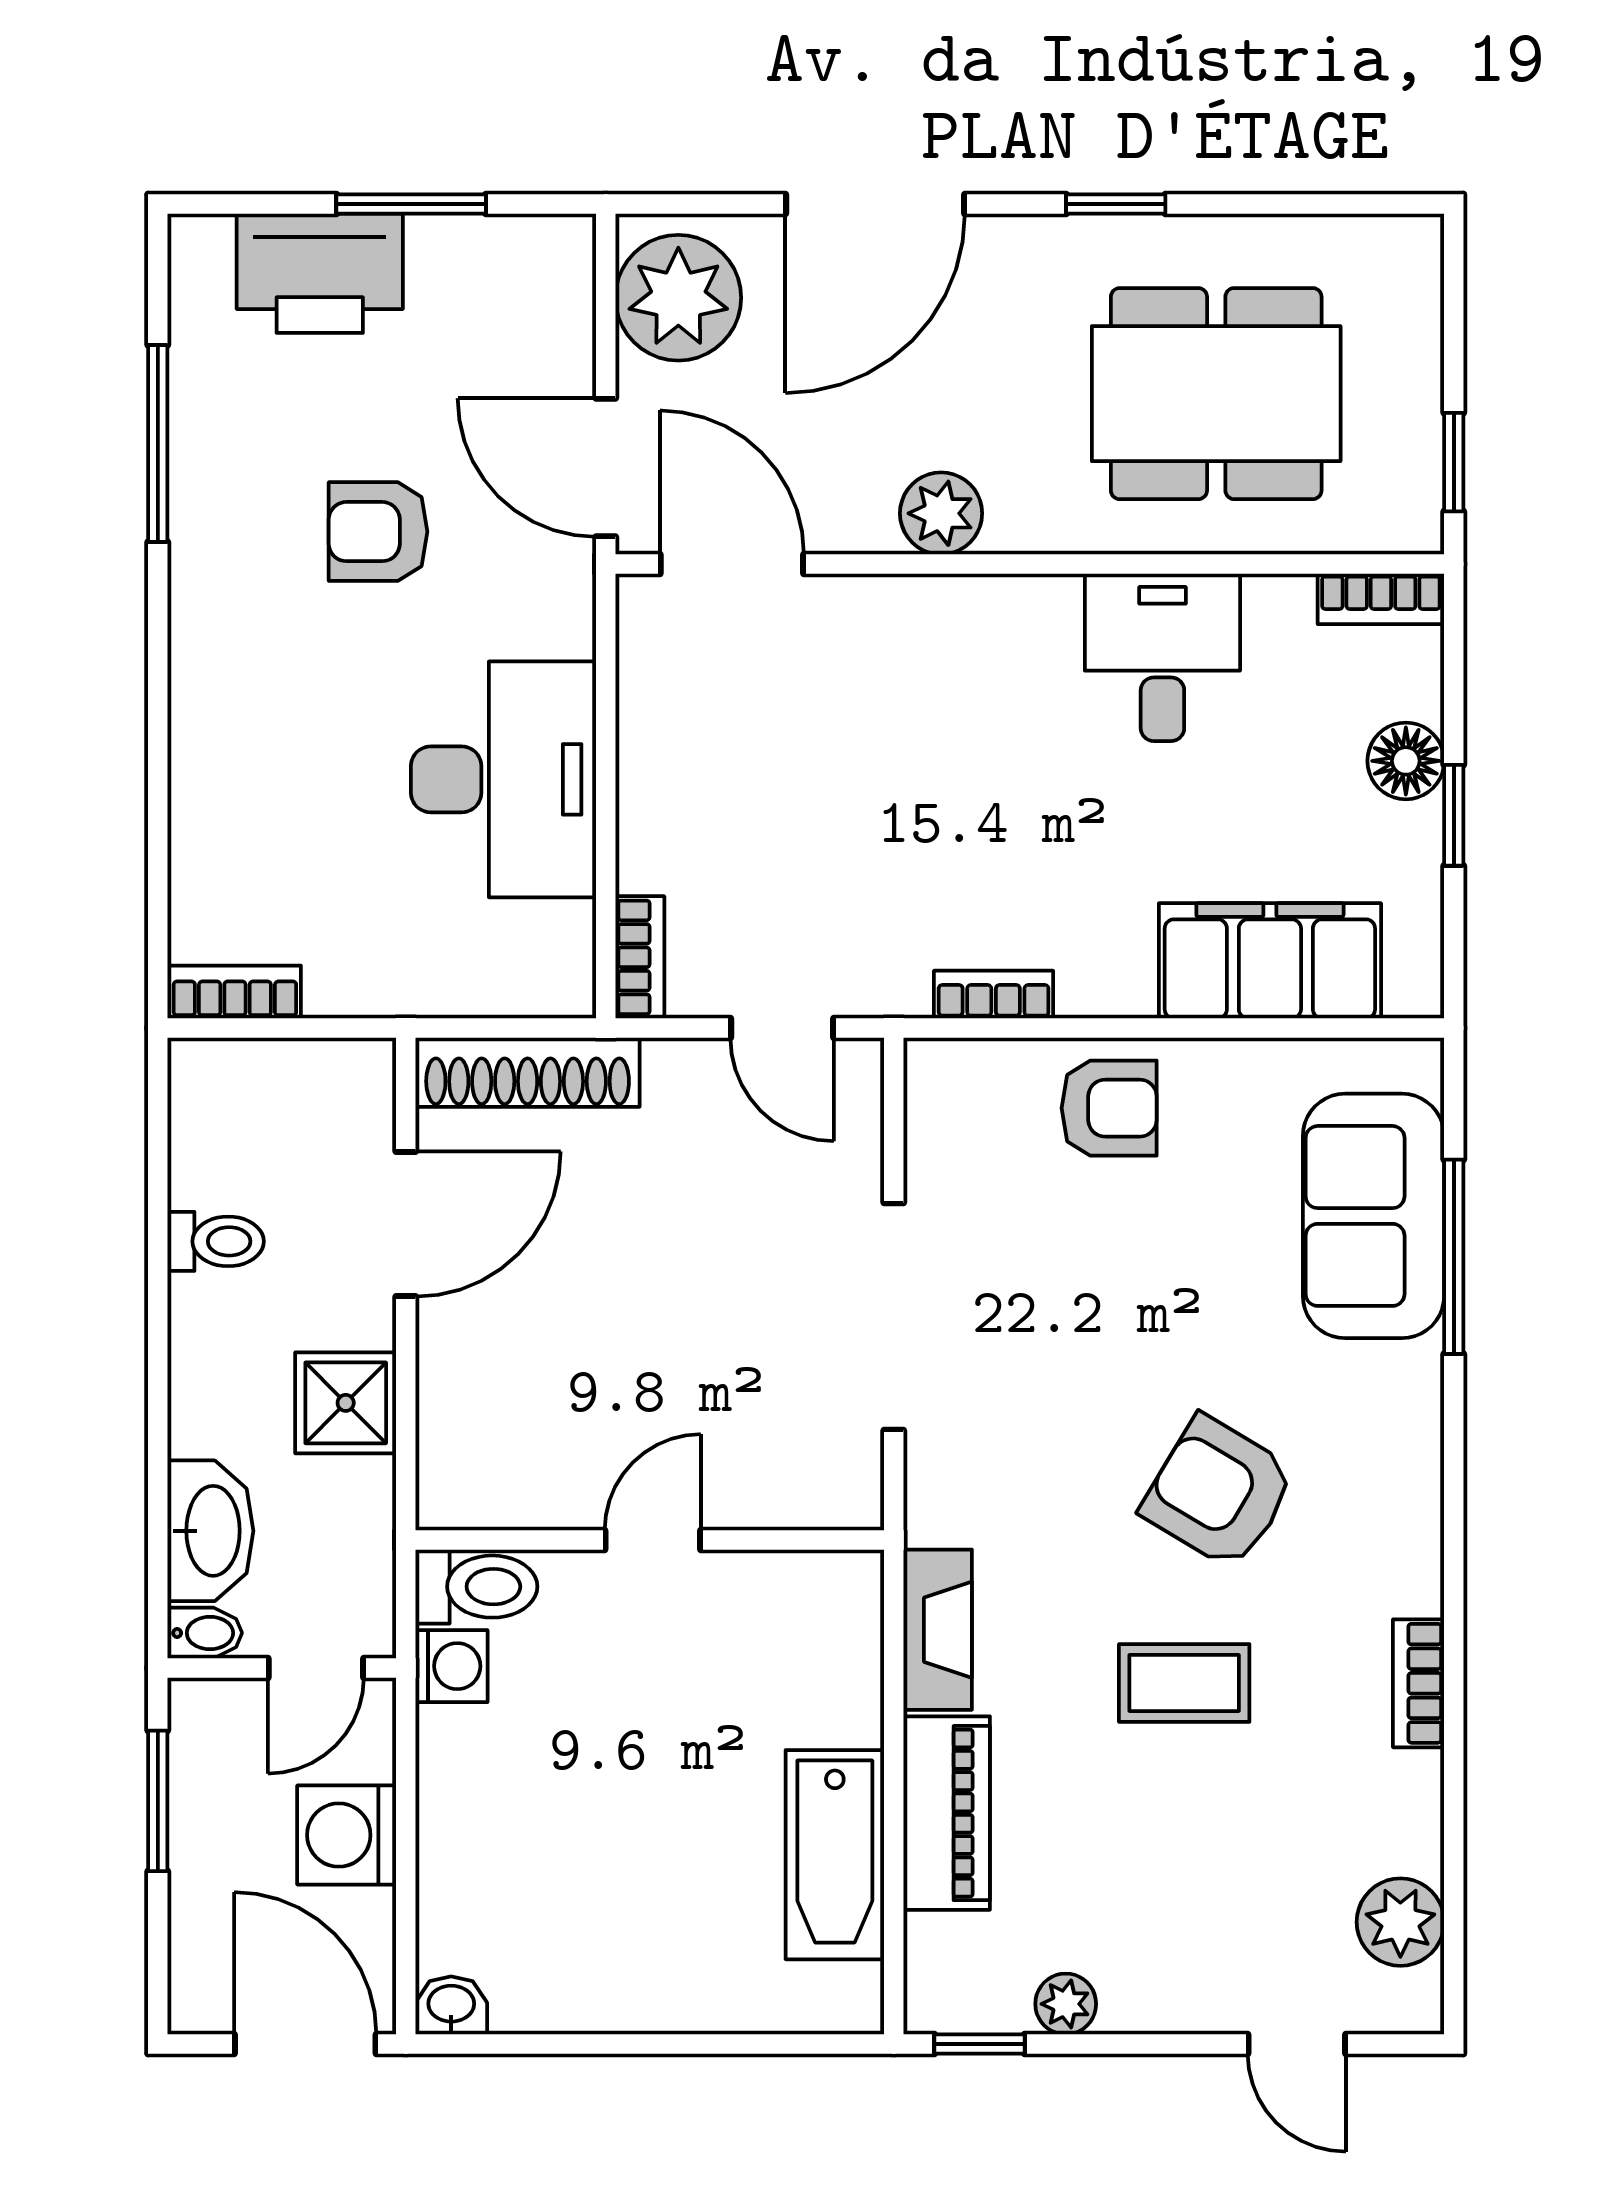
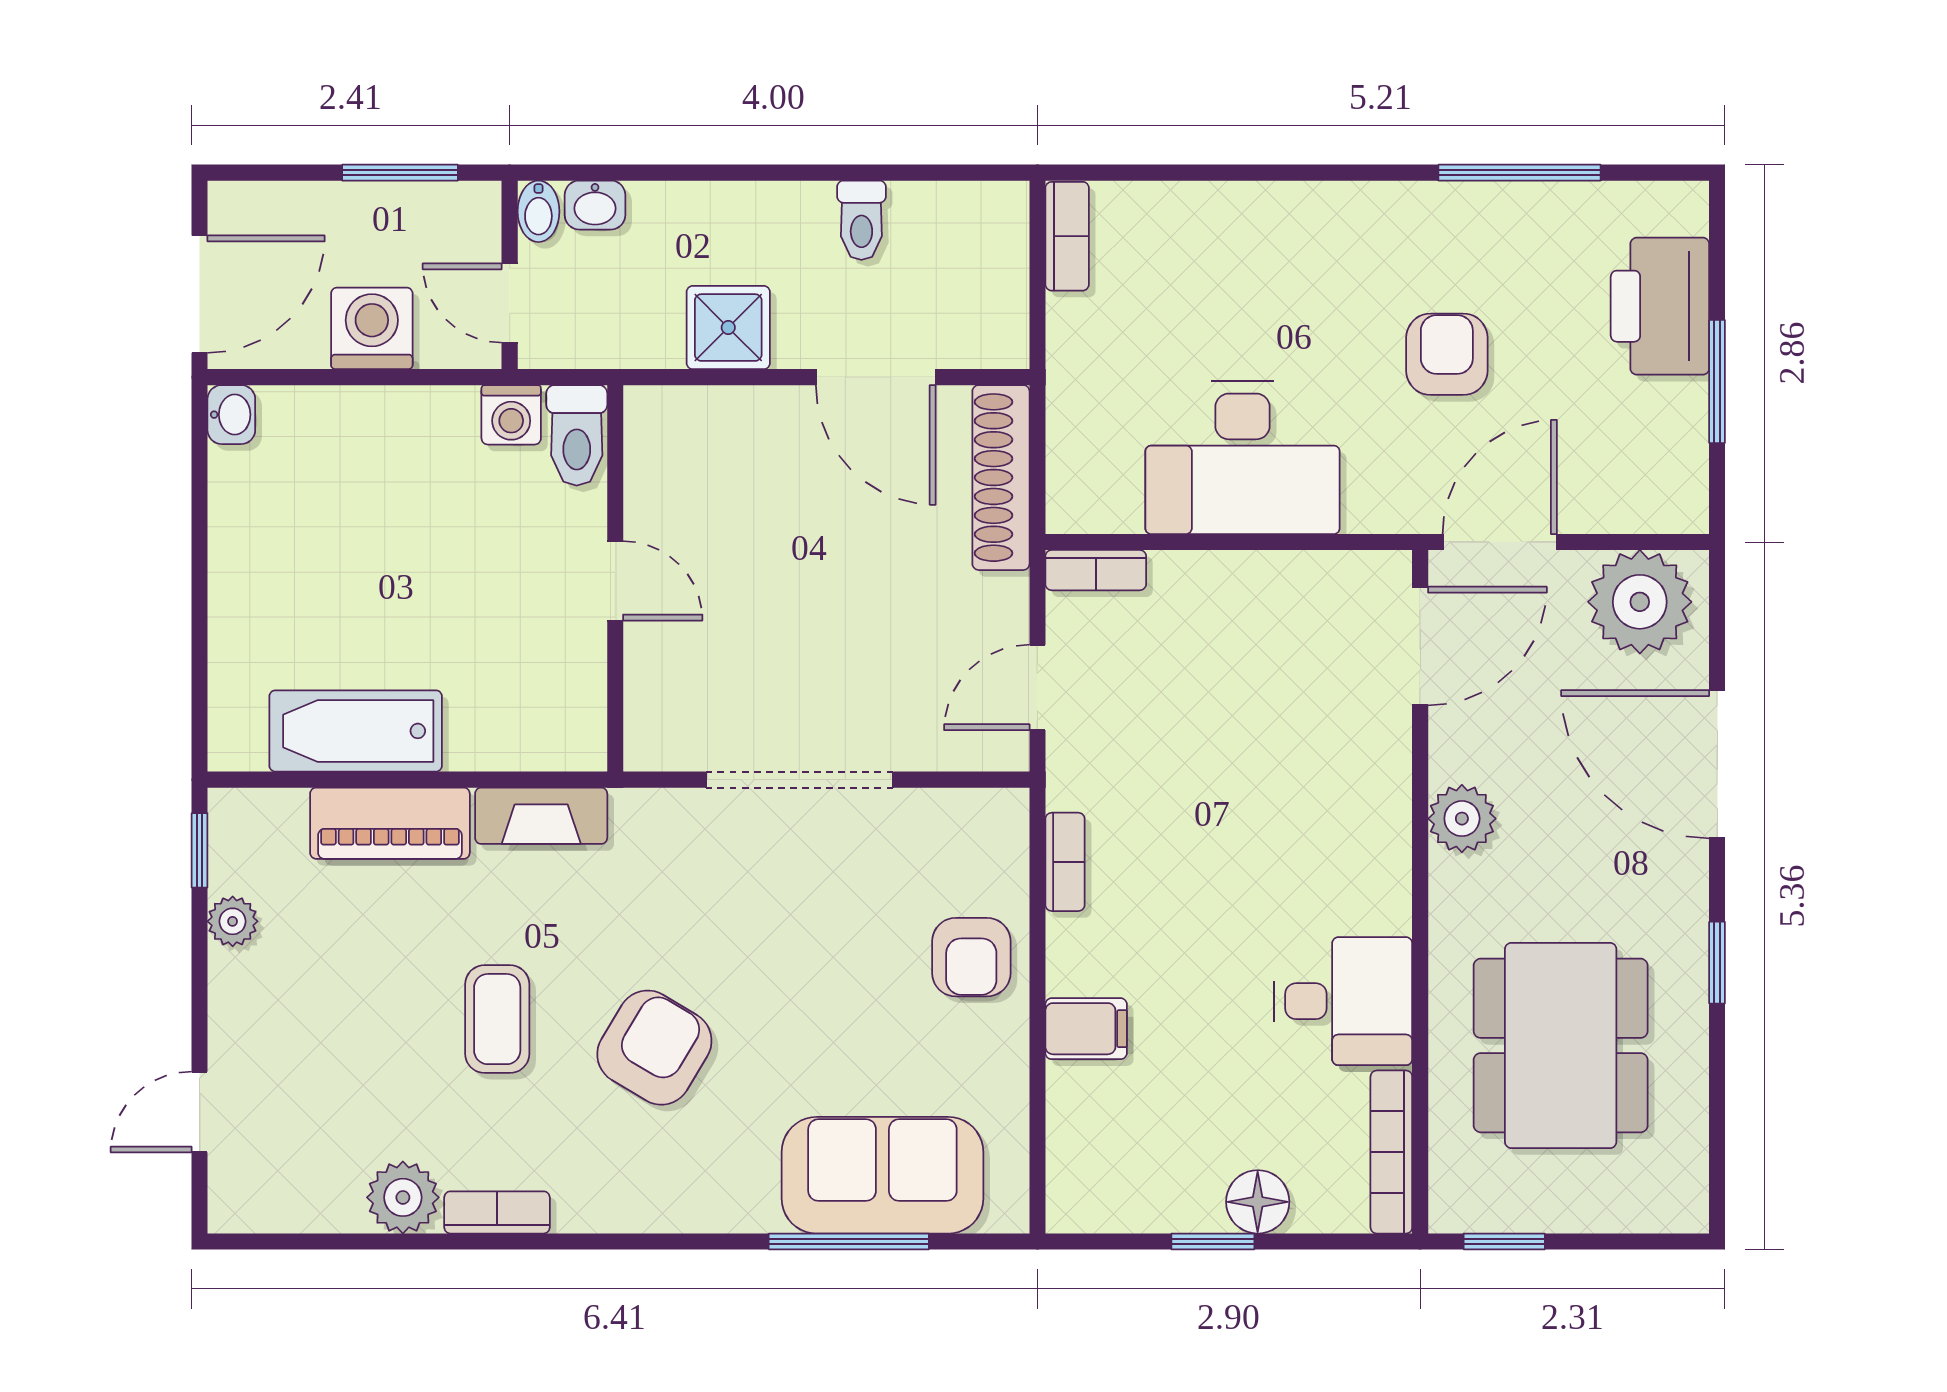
bookcase: (1381, 599) -> (1391, 1152), width x1.56
filing cabinet: (1270, 961) -> (1086, 1029), width x0.33, depth x0.86
washbasin: (210, 1531) -> (595, 205), width x0.52, depth x0.69
plant: (1400, 1922) -> (403, 1197), moved

